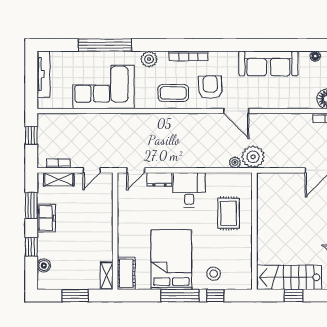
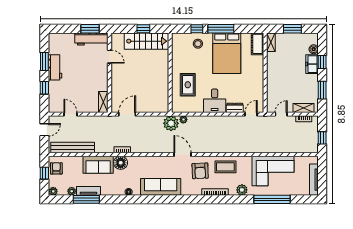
freezer: (46, 218) -> (312, 64), moved

